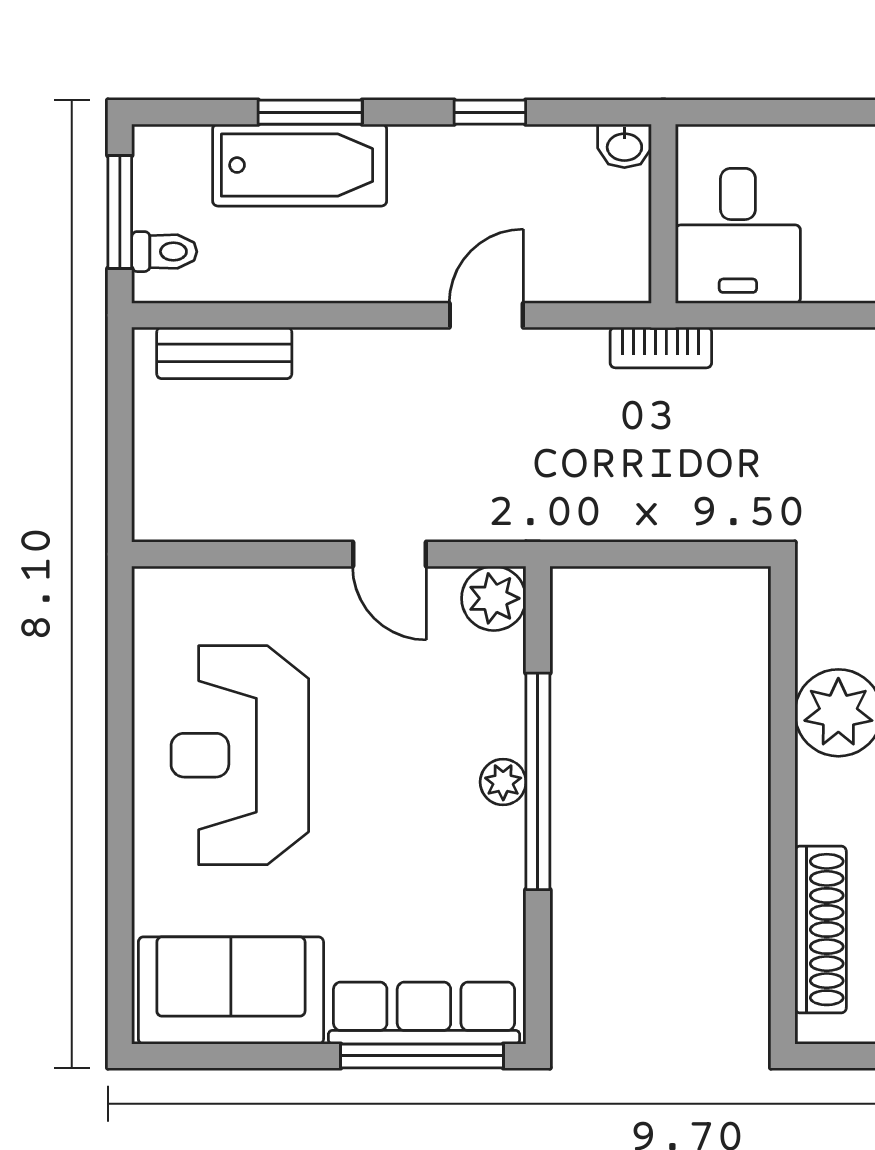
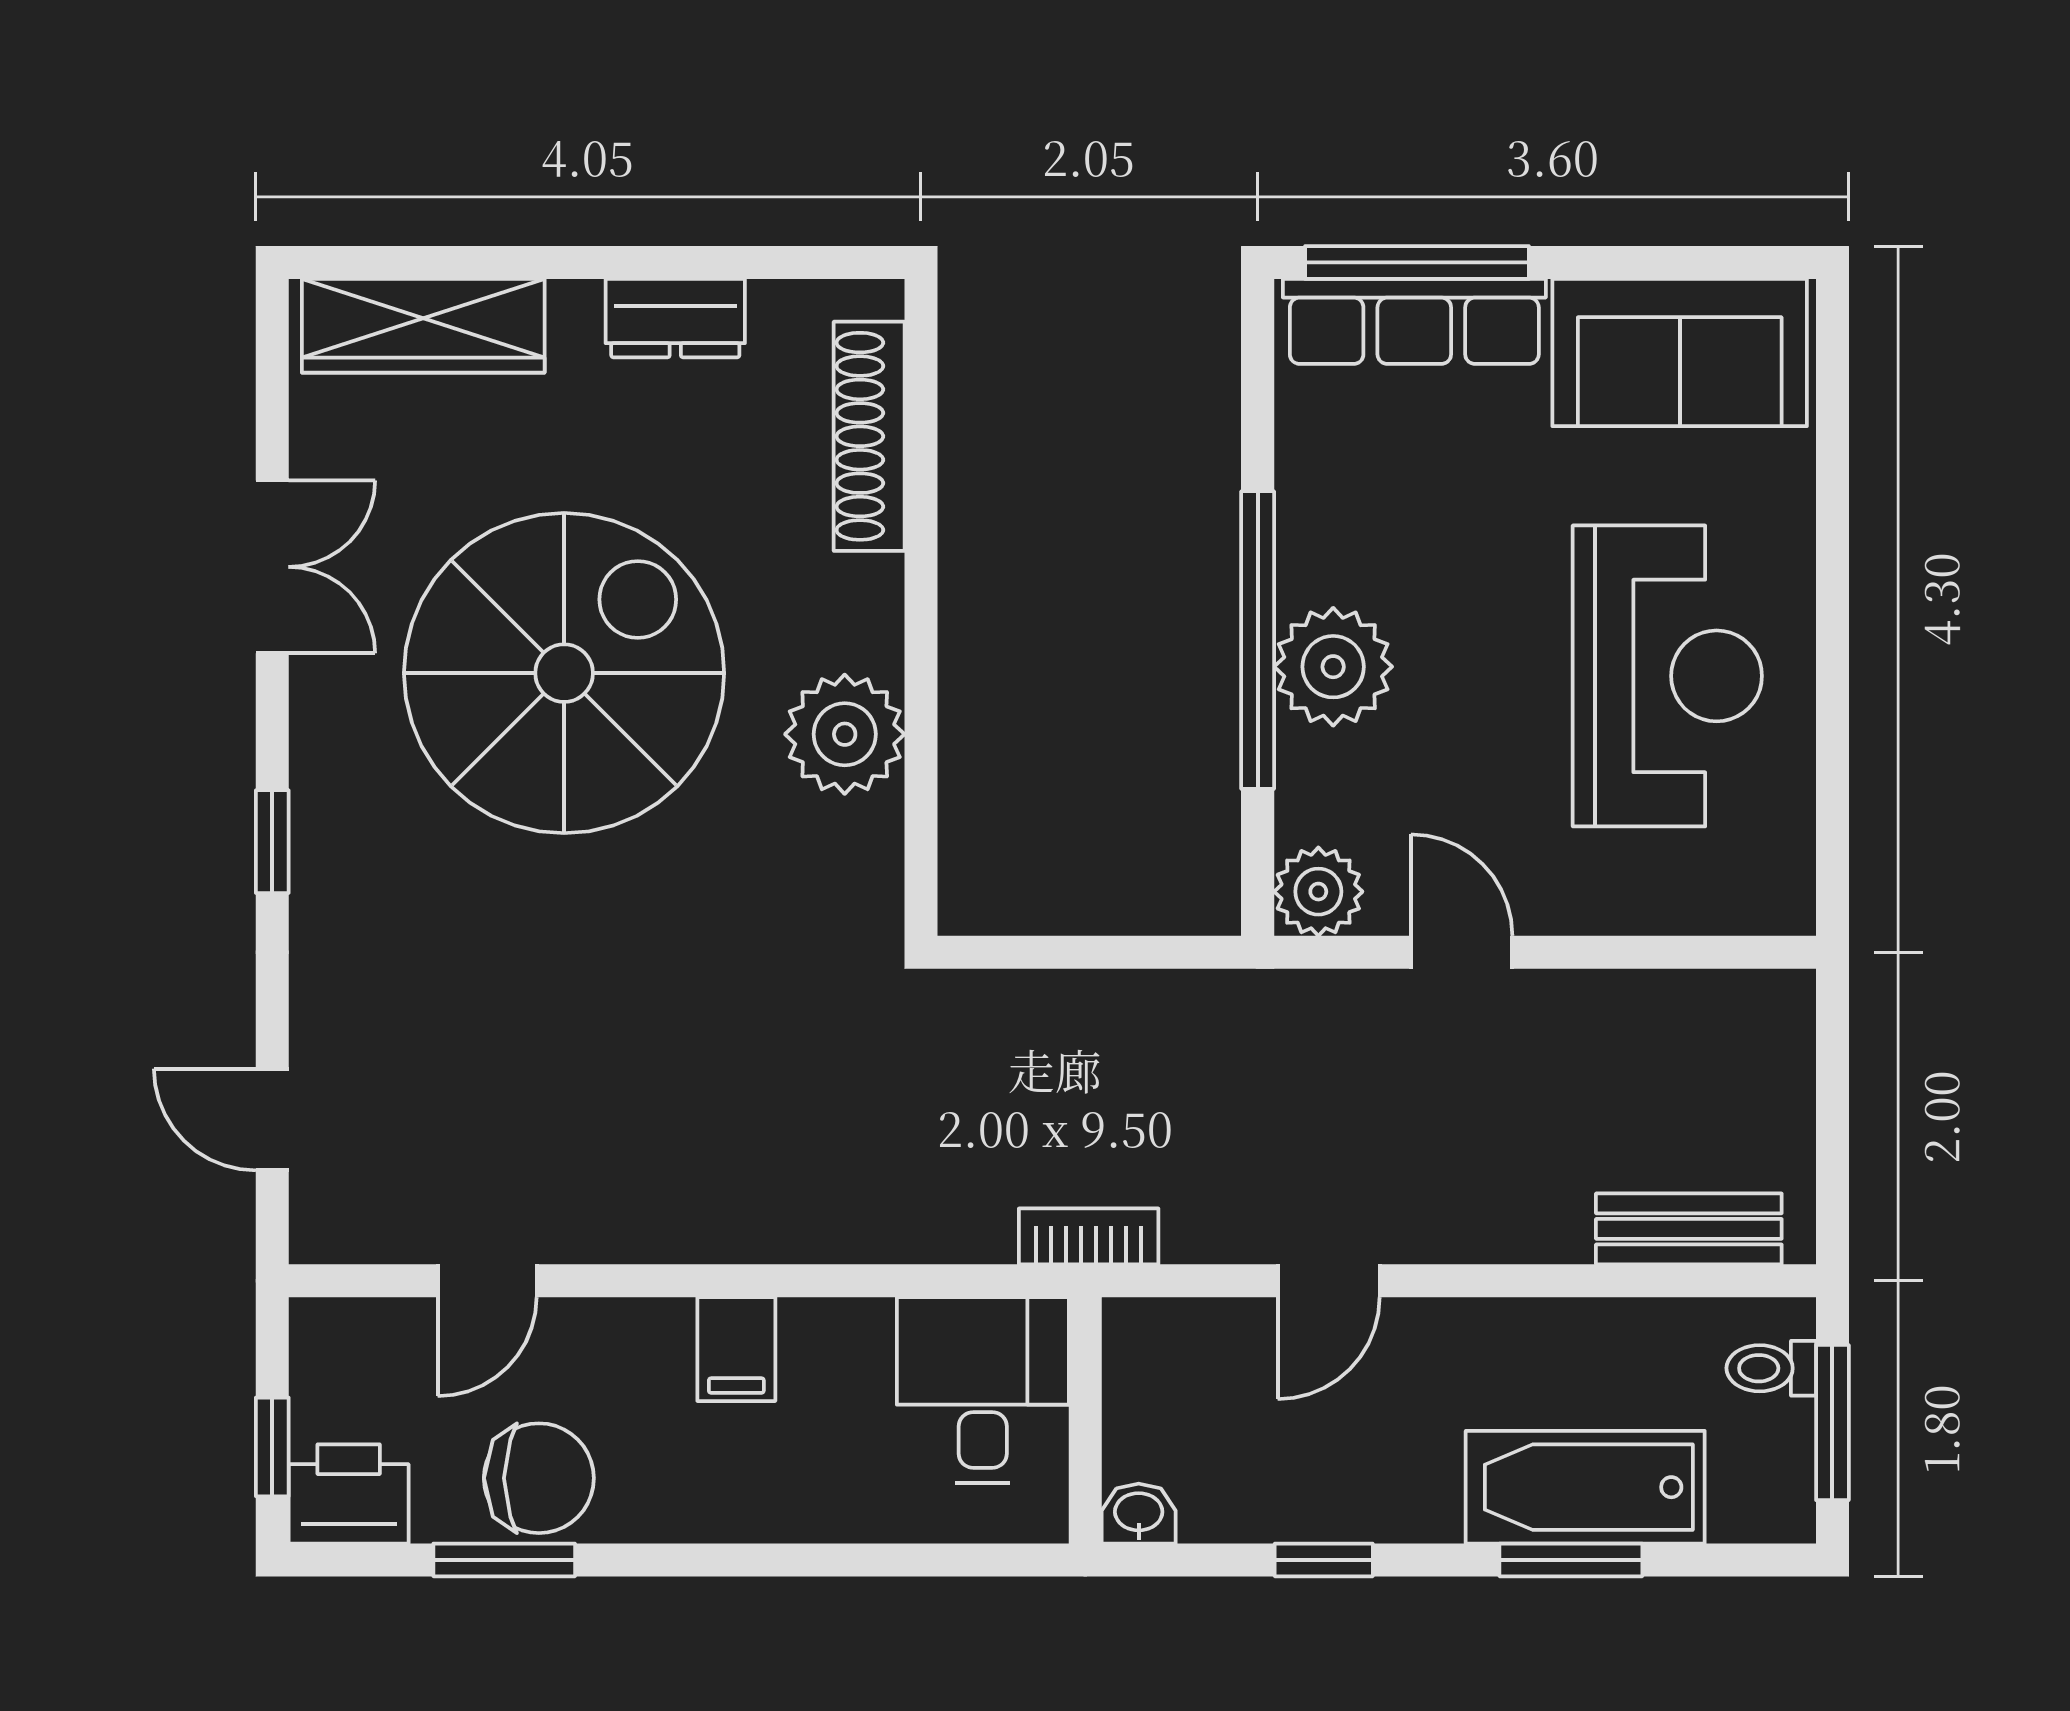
plant: (503, 782) -> (1333, 667), width x1.87, depth x1.87

